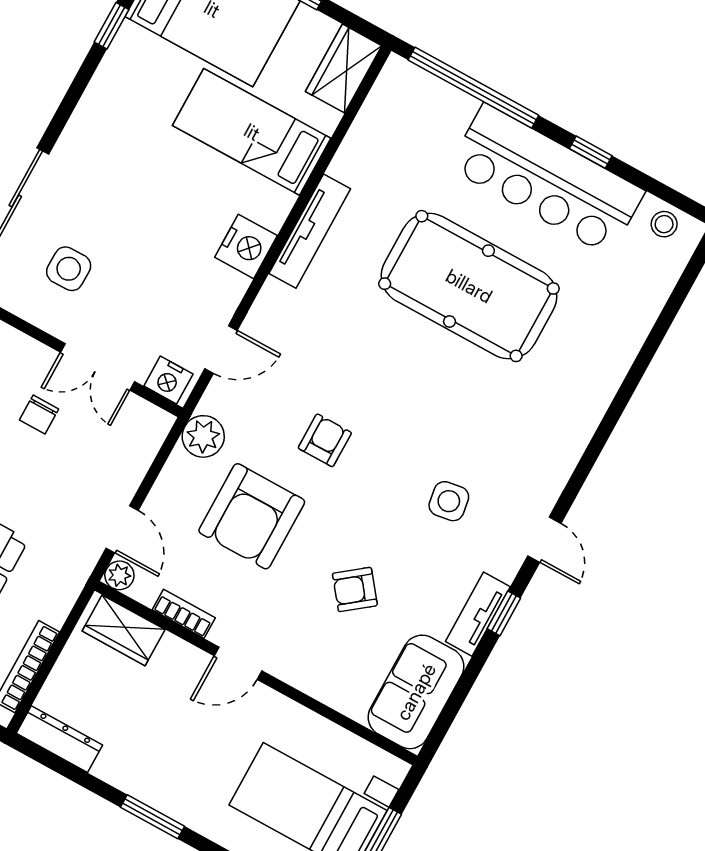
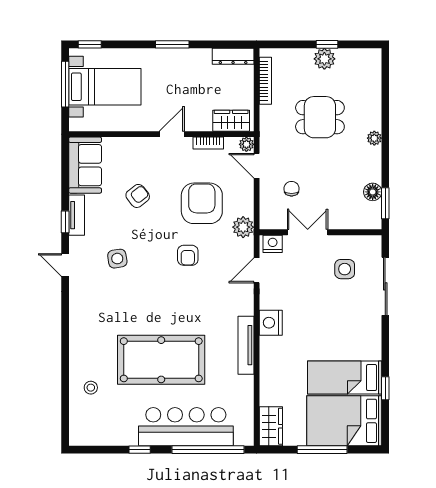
bed: (252, 132) -> (345, 378), moved, turned 180
bar counter: (547, 179) -> (186, 427), moved
stool: (664, 224) -> (91, 388), moved
chair: (39, 414) -> (292, 189), moved

